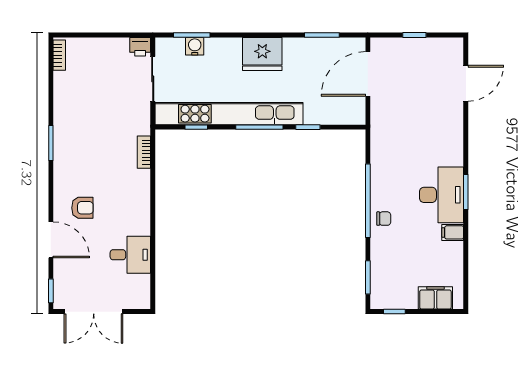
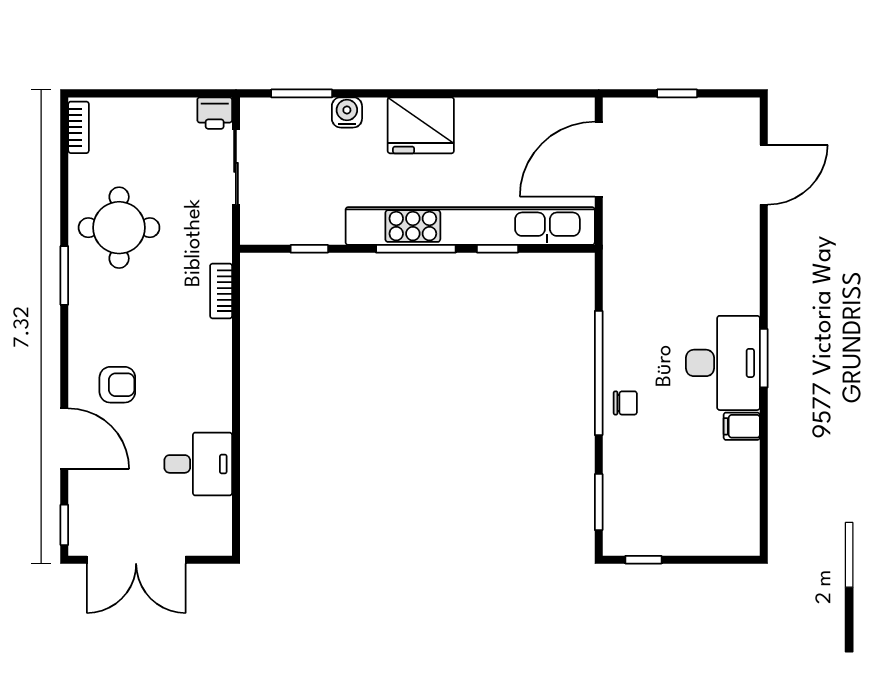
window: (322, 35) -> (521, 93), removed
water cooler: (195, 46) -> (347, 112), moved
kitchen unit: (229, 114) -> (470, 226), moved
round table: (83, 115) -> (119, 228), added
filing cabinet: (435, 298) -> (713, 537), removed

